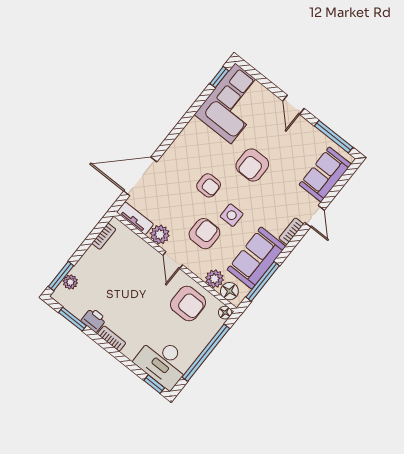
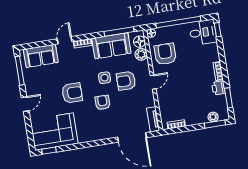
plant: (160, 235) -> (148, 100), removed
desk: (163, 362) -> (203, 32), width x0.73

